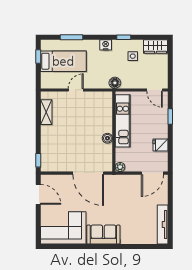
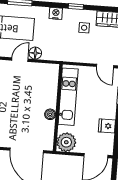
floor lamp: (115, 83) -> (35, 53), moved
plant: (120, 167) -> (66, 142), width x1.88, depth x1.88

